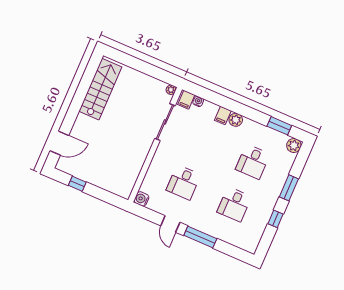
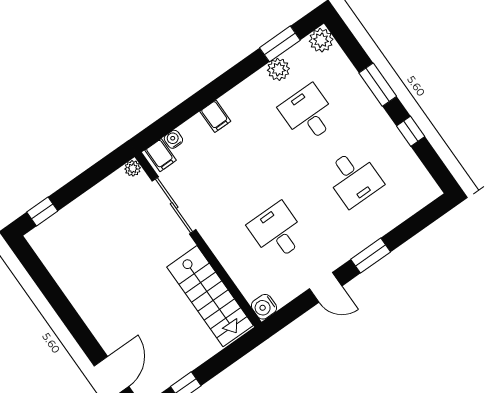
window: (121, 57) -> (42, 212), added
stairs: (100, 89) -> (210, 296), moved, turned 180
plant: (236, 120) -> (278, 69), moved
desk: (253, 162) -> (308, 114), turned 180
desk: (184, 182) -> (277, 232), turned 180
window: (200, 237) -> (371, 256), width x0.69

